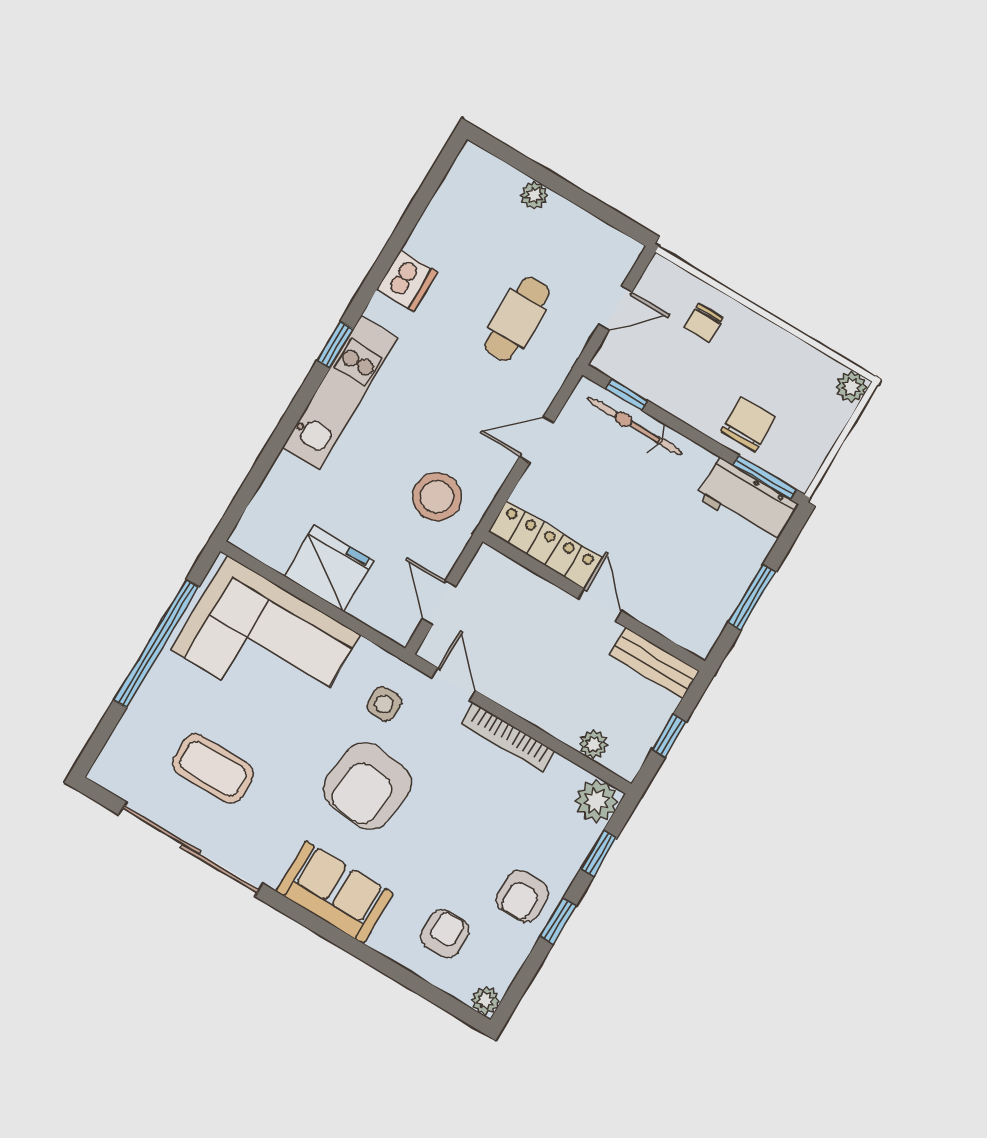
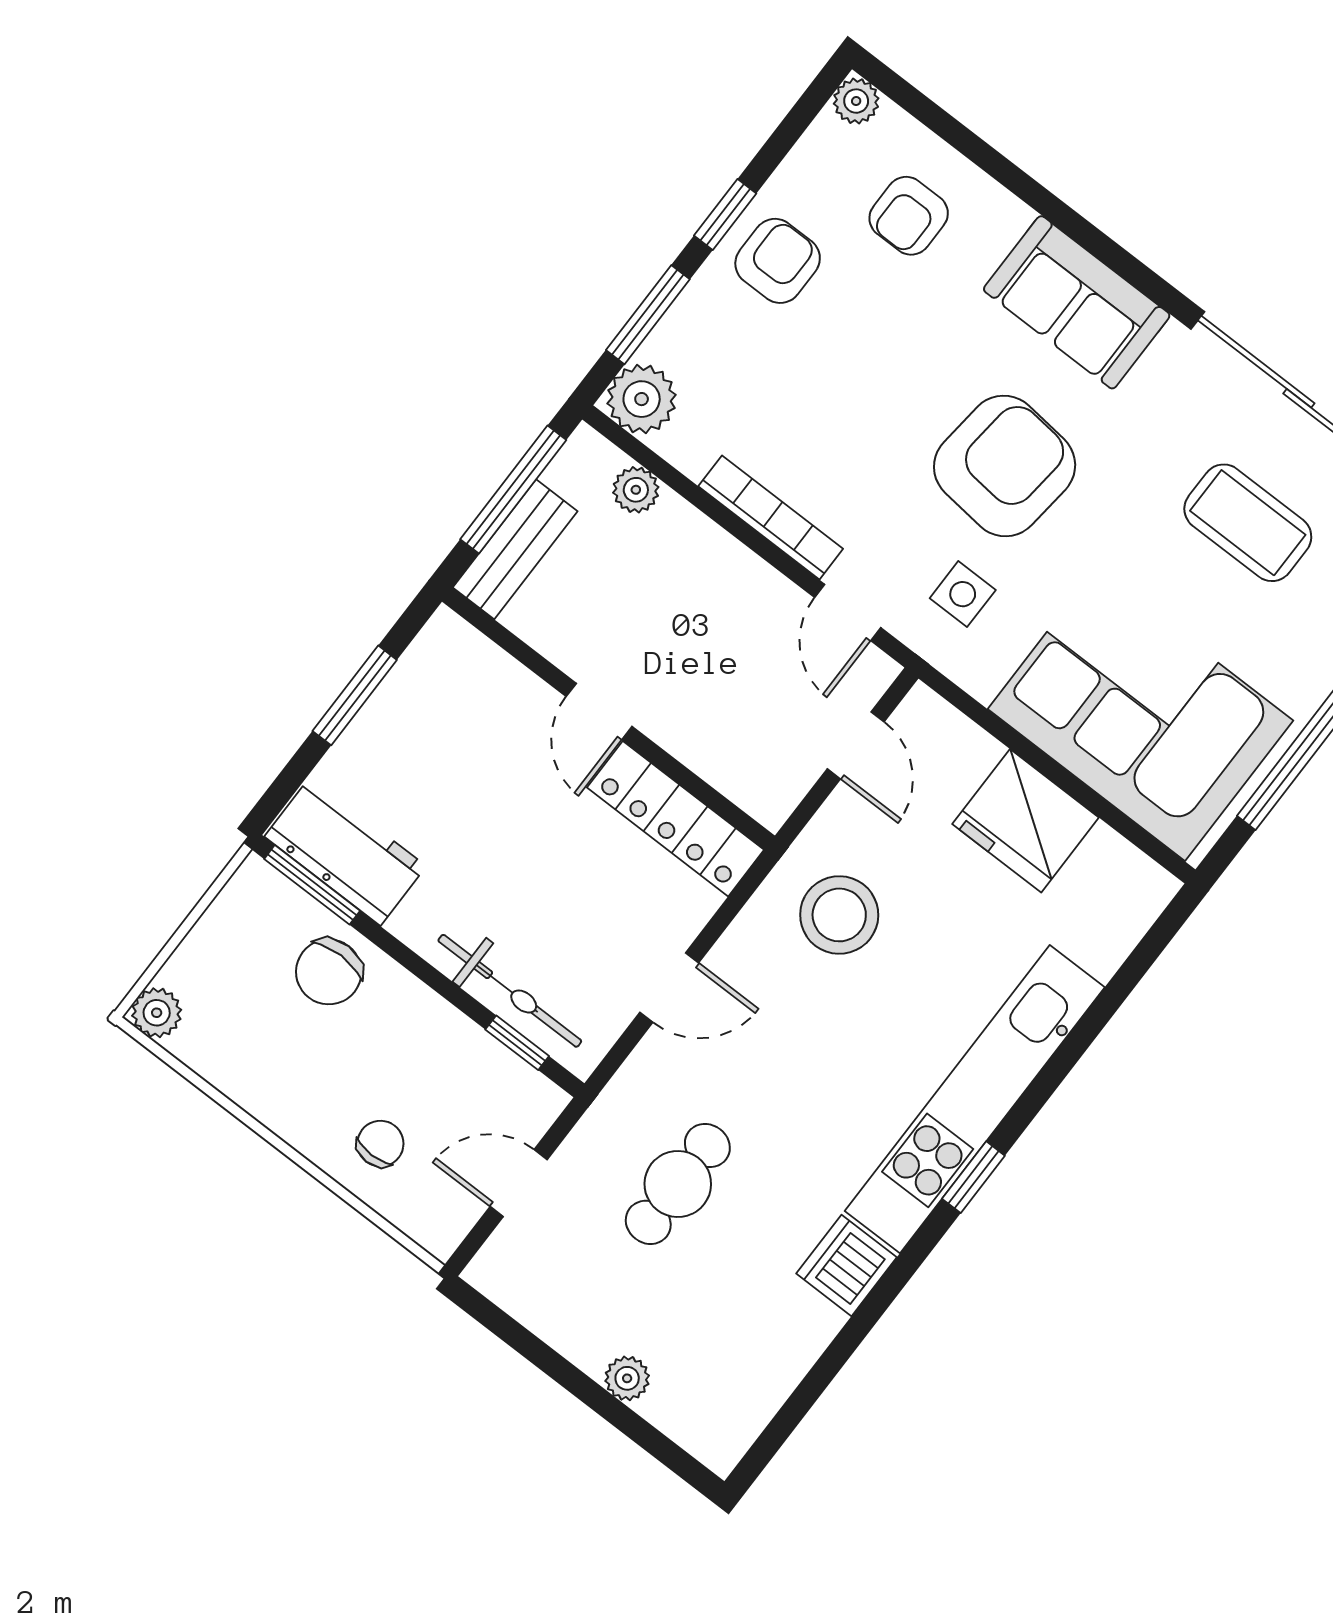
kitchen unit: (340, 393) -> (975, 1099), width x1.36
bench: (655, 663) -> (515, 549), moved, turned 90
window: (669, 736) -> (513, 490), width x2.17
window: (599, 854) -> (648, 315), width x1.50

